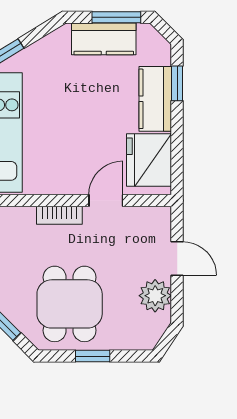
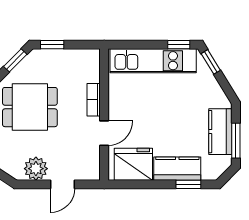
door: (106, 201) -> (104, 133), hinge flipped

